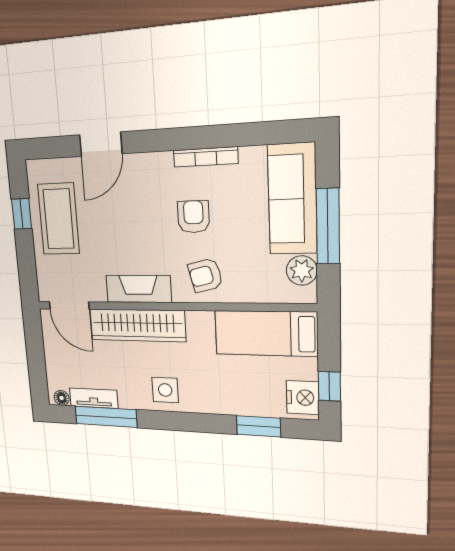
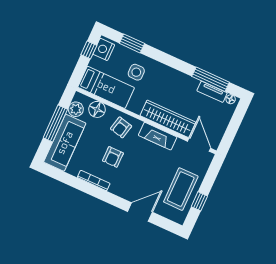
armchair: (205, 275) -> (121, 127), turned 117
floor lamp: (263, 288) -> (97, 109), added
side table: (165, 390) -> (136, 72), moved

